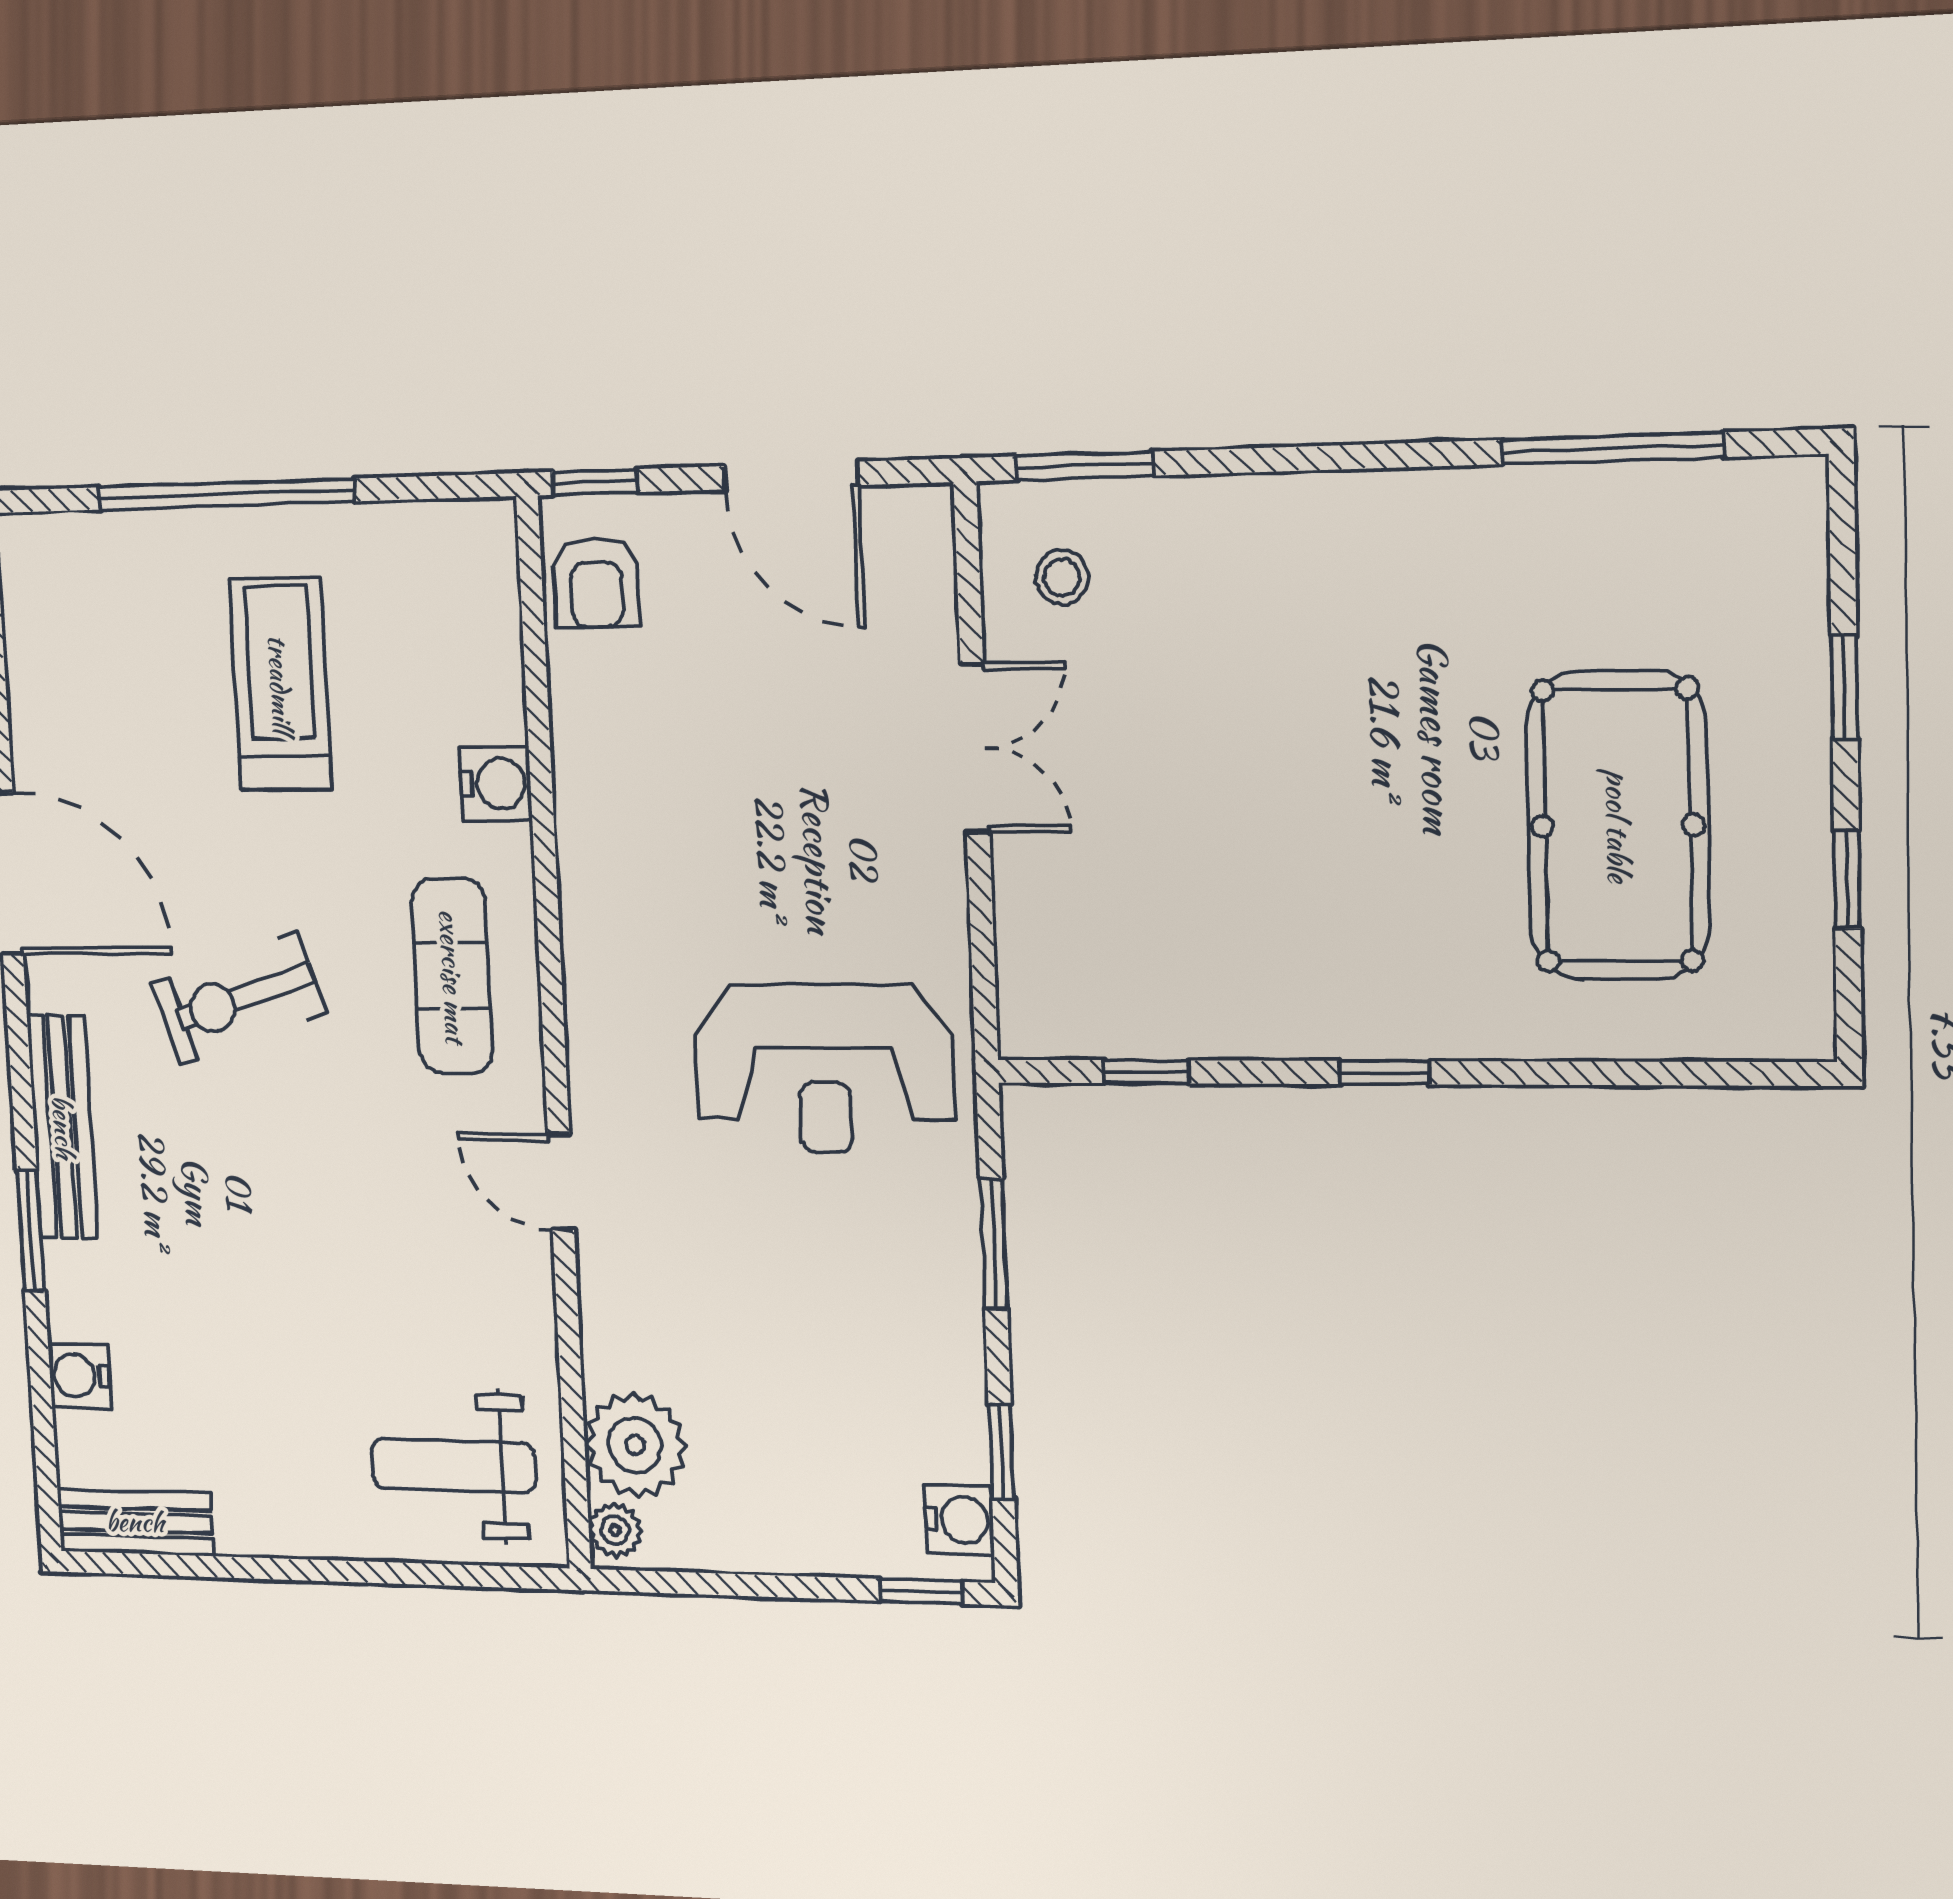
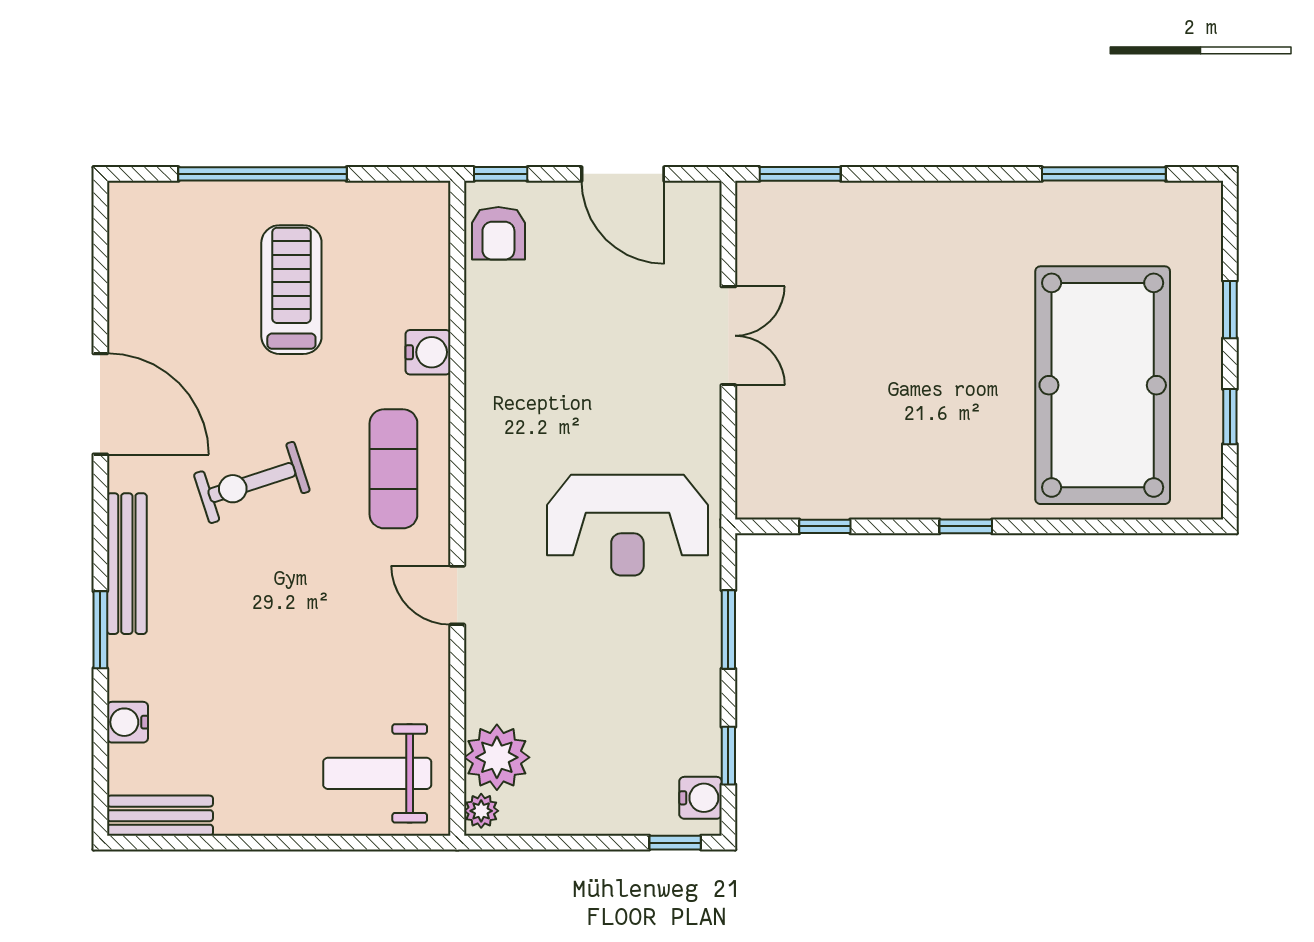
stool: (1062, 577) -> (784, 237), removed
pool table: (1618, 826) -> (1103, 385), width x1.36, depth x1.32

